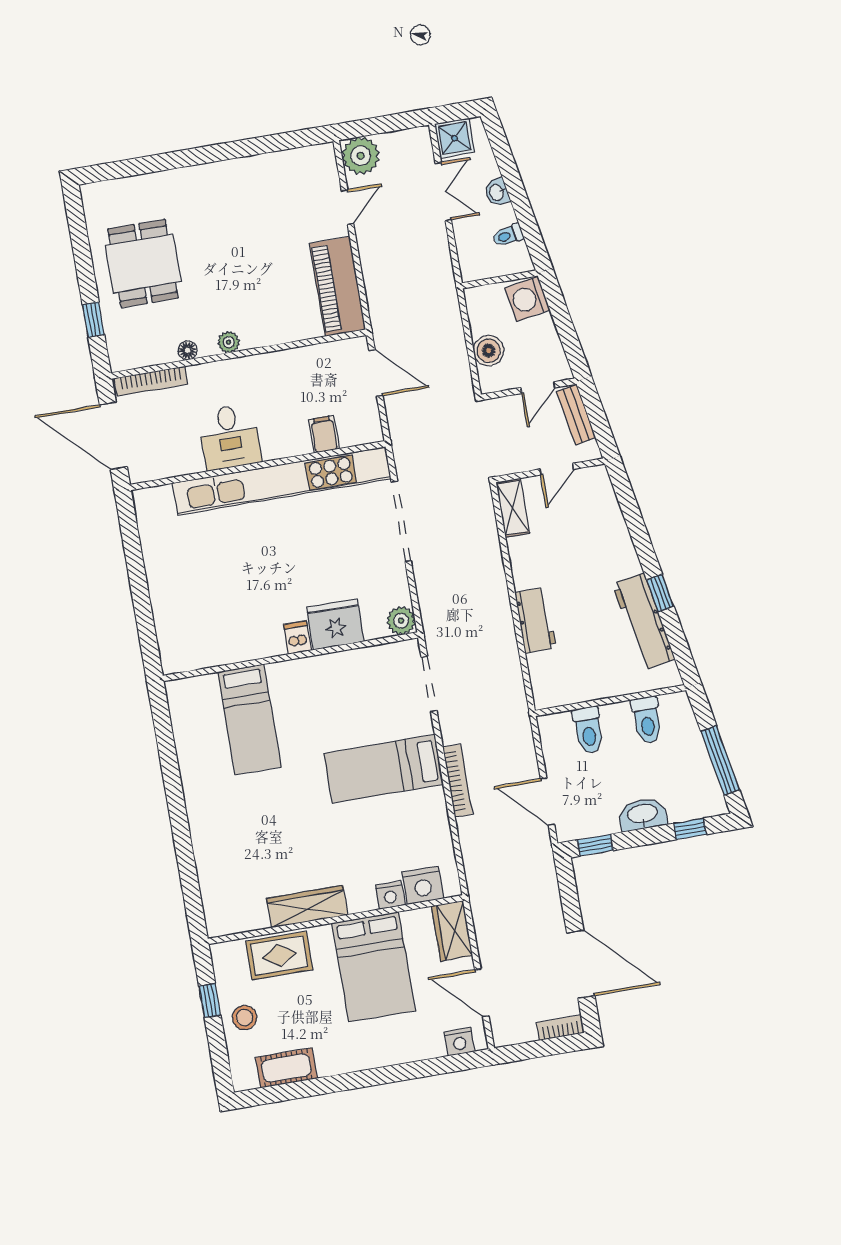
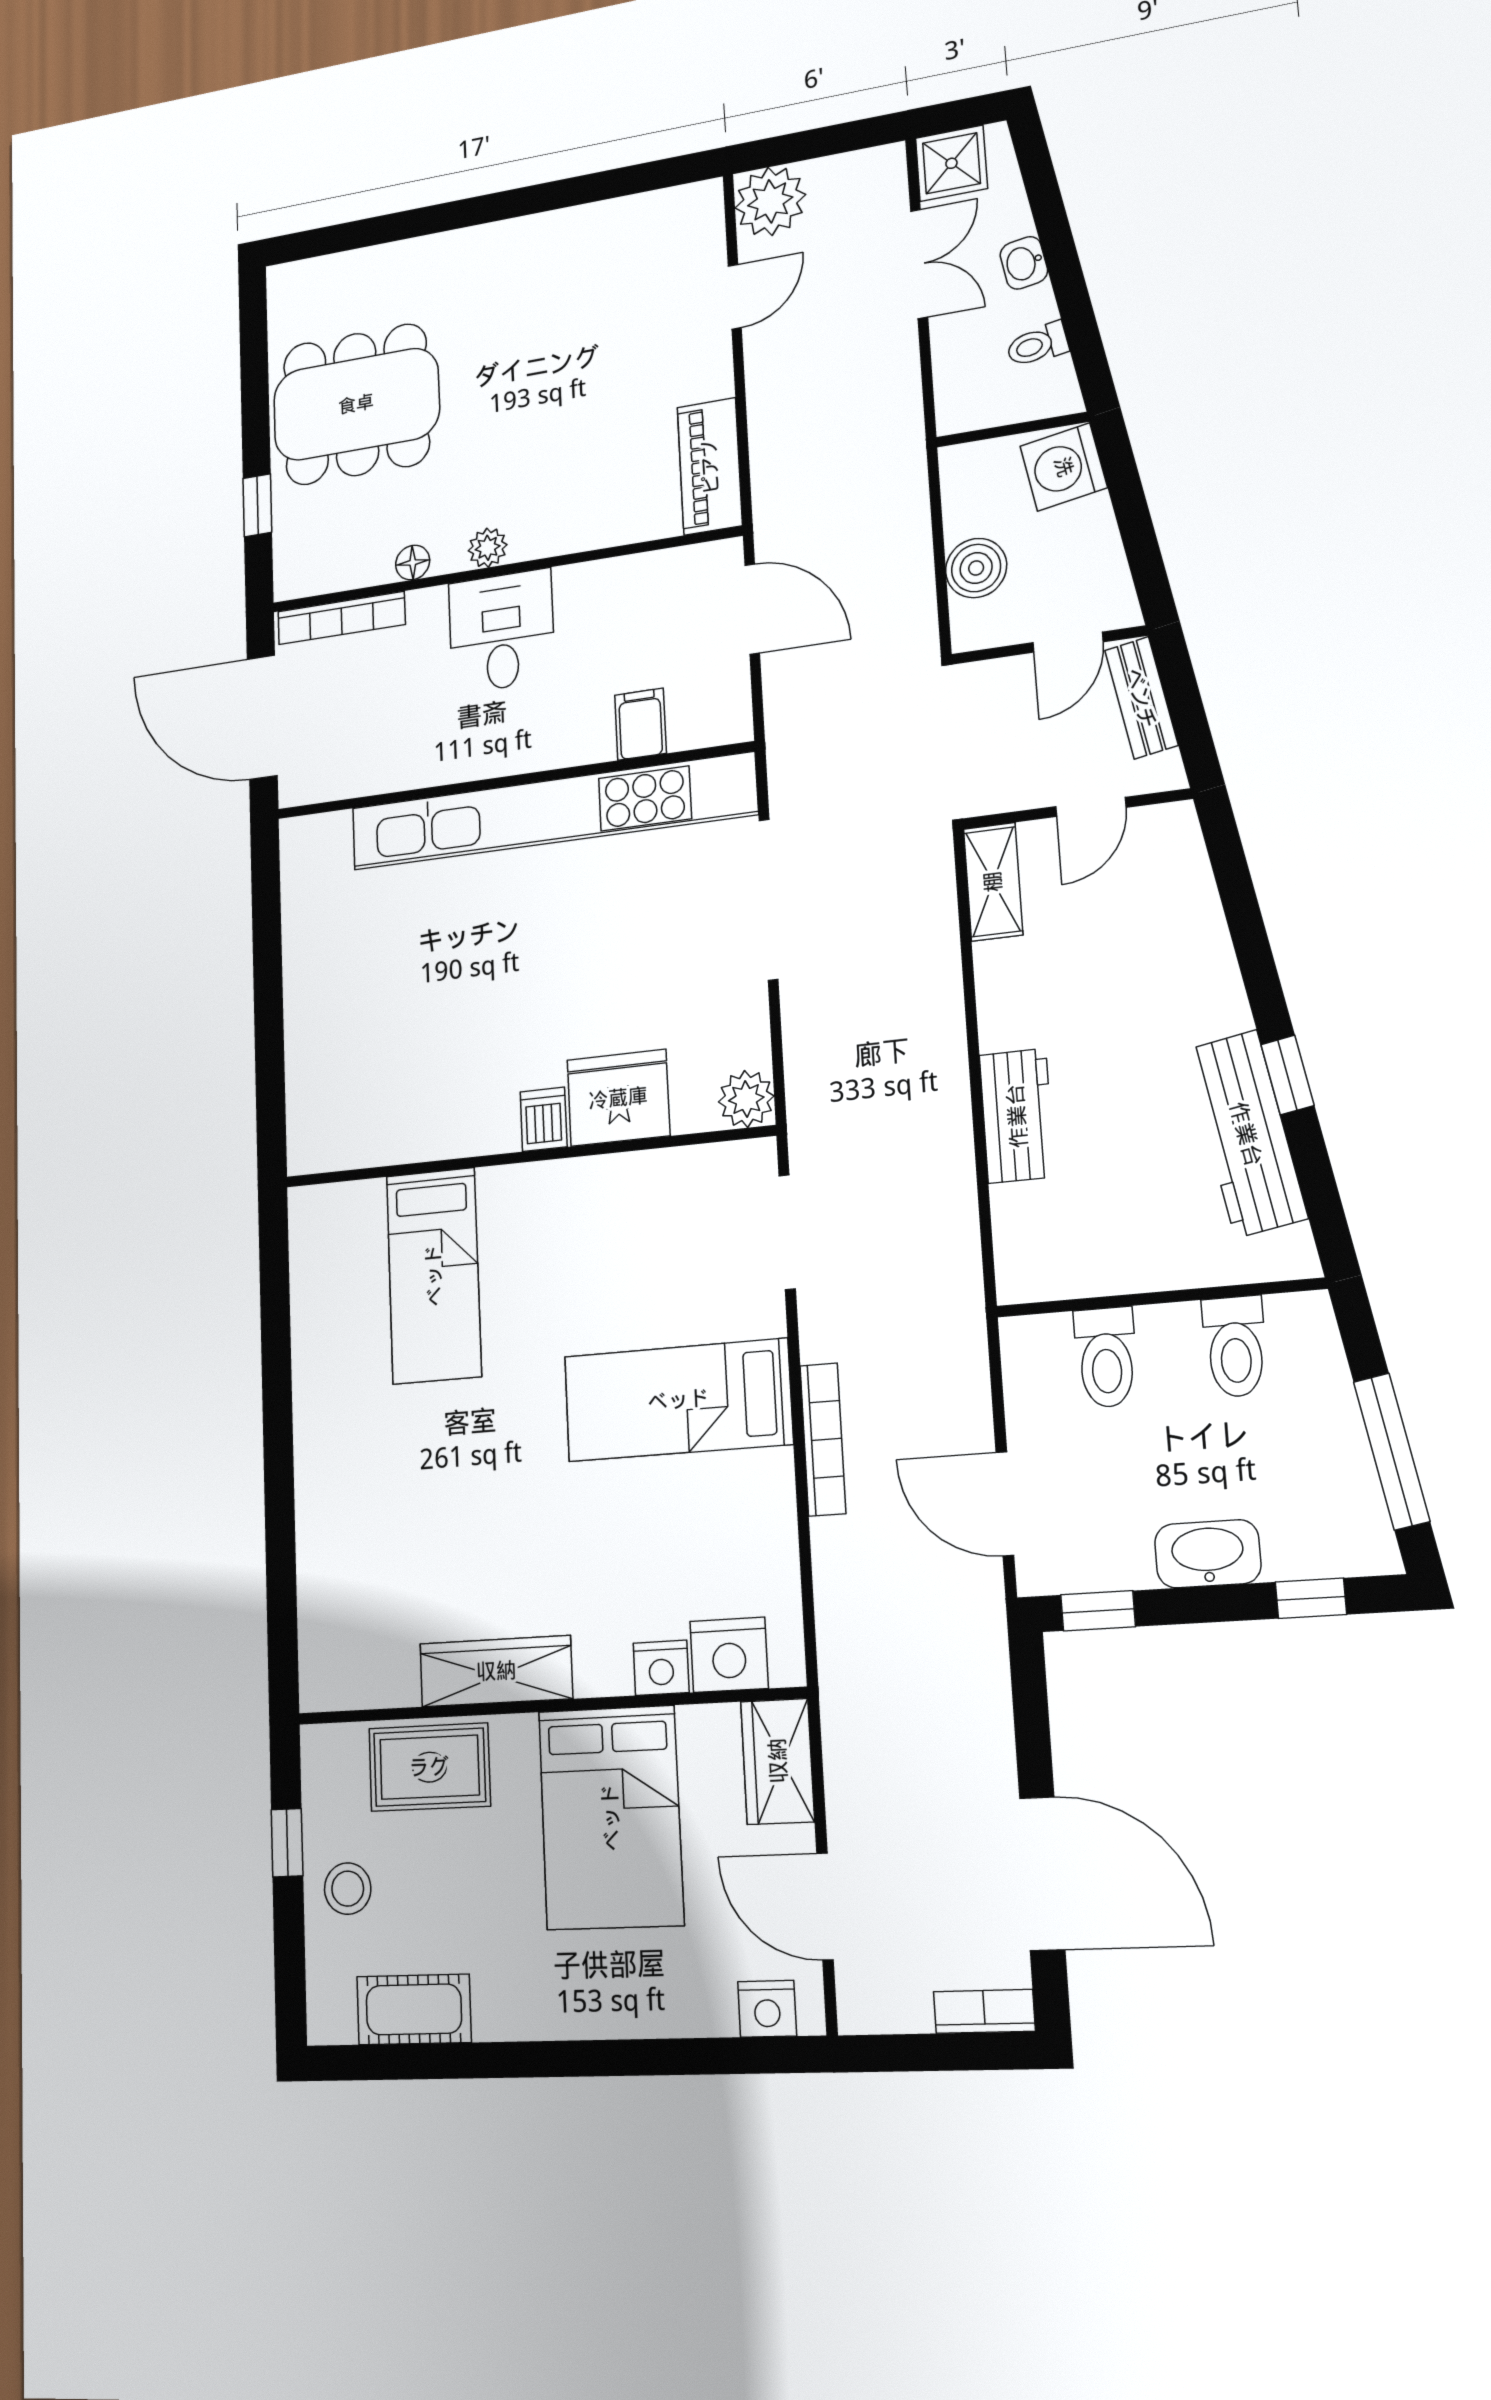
dining table: (143, 263) -> (356, 404), width x1.37
piano: (338, 286) -> (710, 466), width x0.73, depth x0.75
desk: (230, 437) -> (502, 631), moved, turned 180

